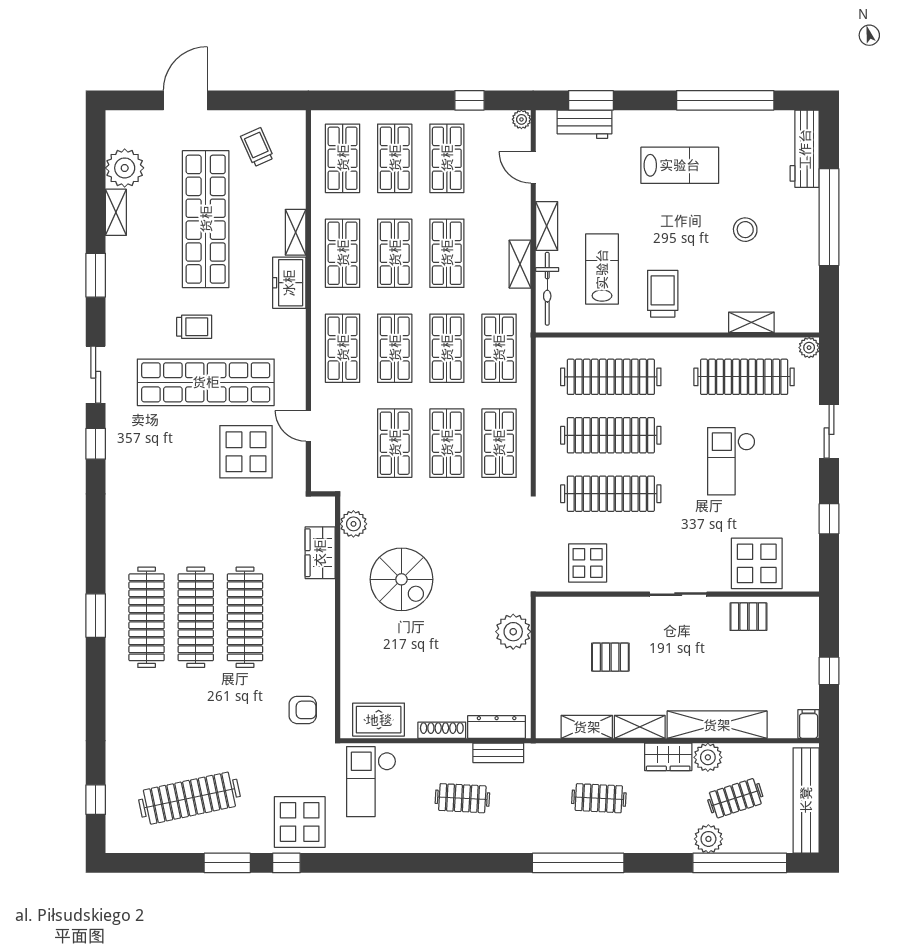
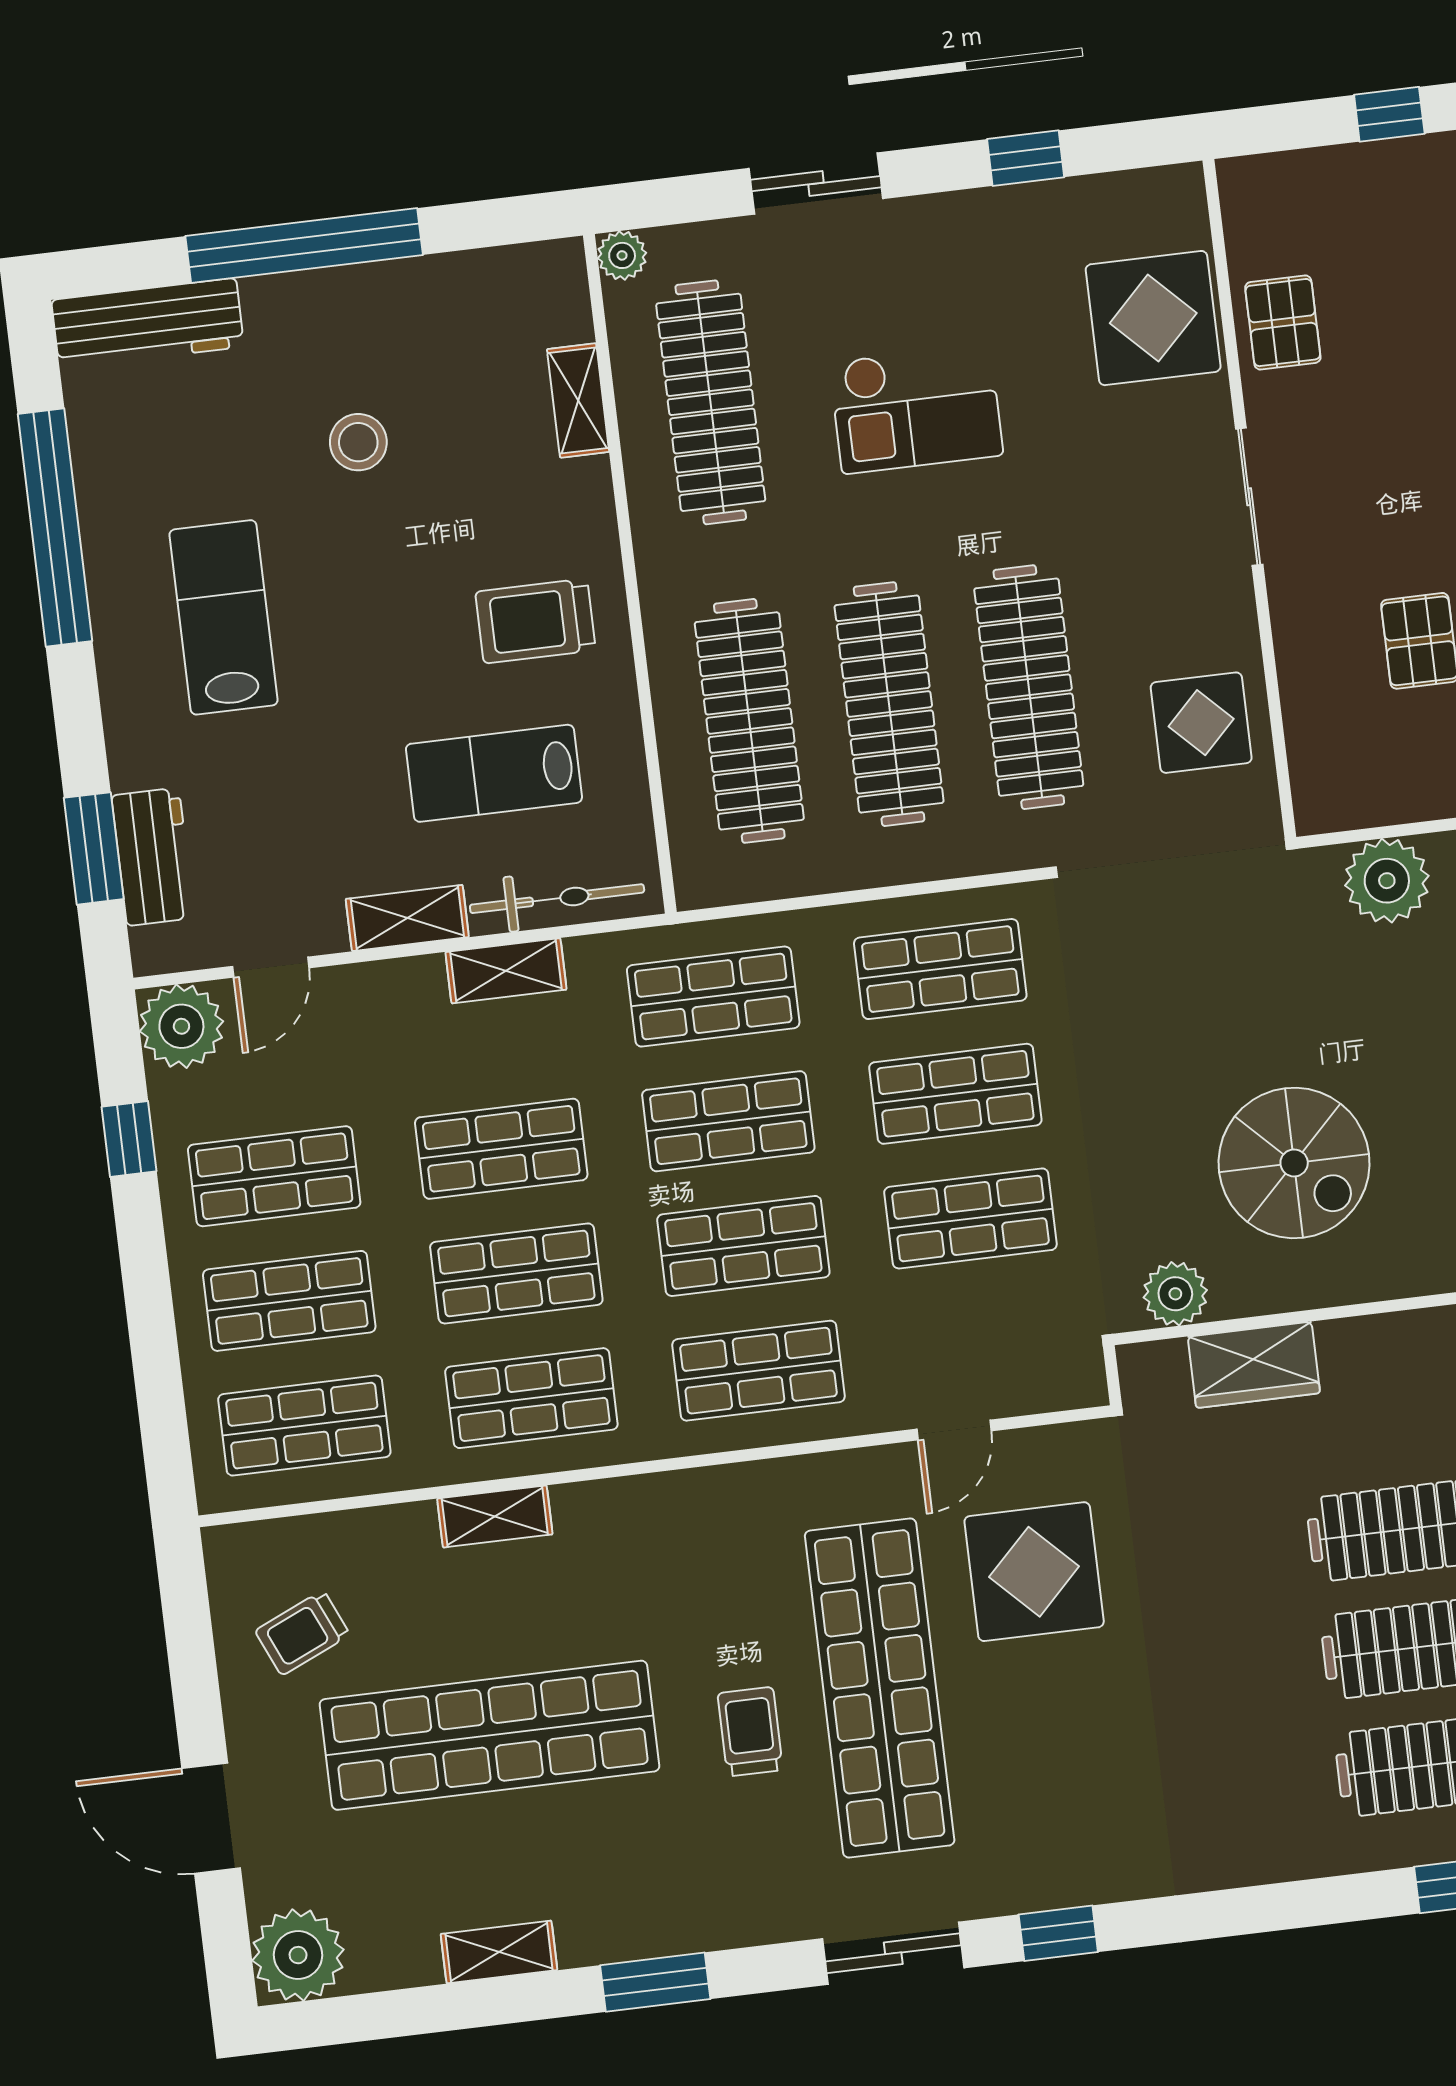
plant: (521, 119) -> (181, 1026), width x1.88, depth x1.88
plant: (125, 168) -> (298, 1955), moved
freezer: (289, 283) -> (617, 1517), removed
spiral stairs: (401, 579) -> (1294, 1163), turned 90

